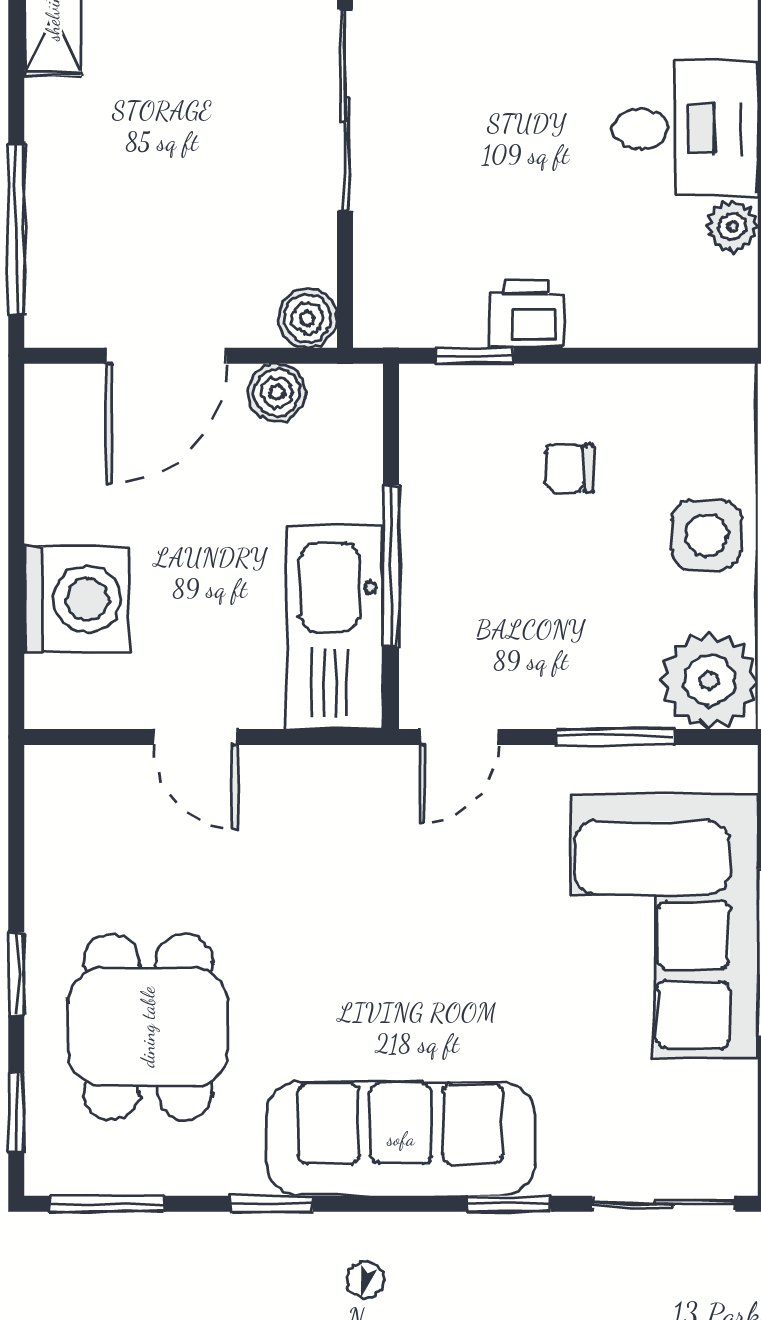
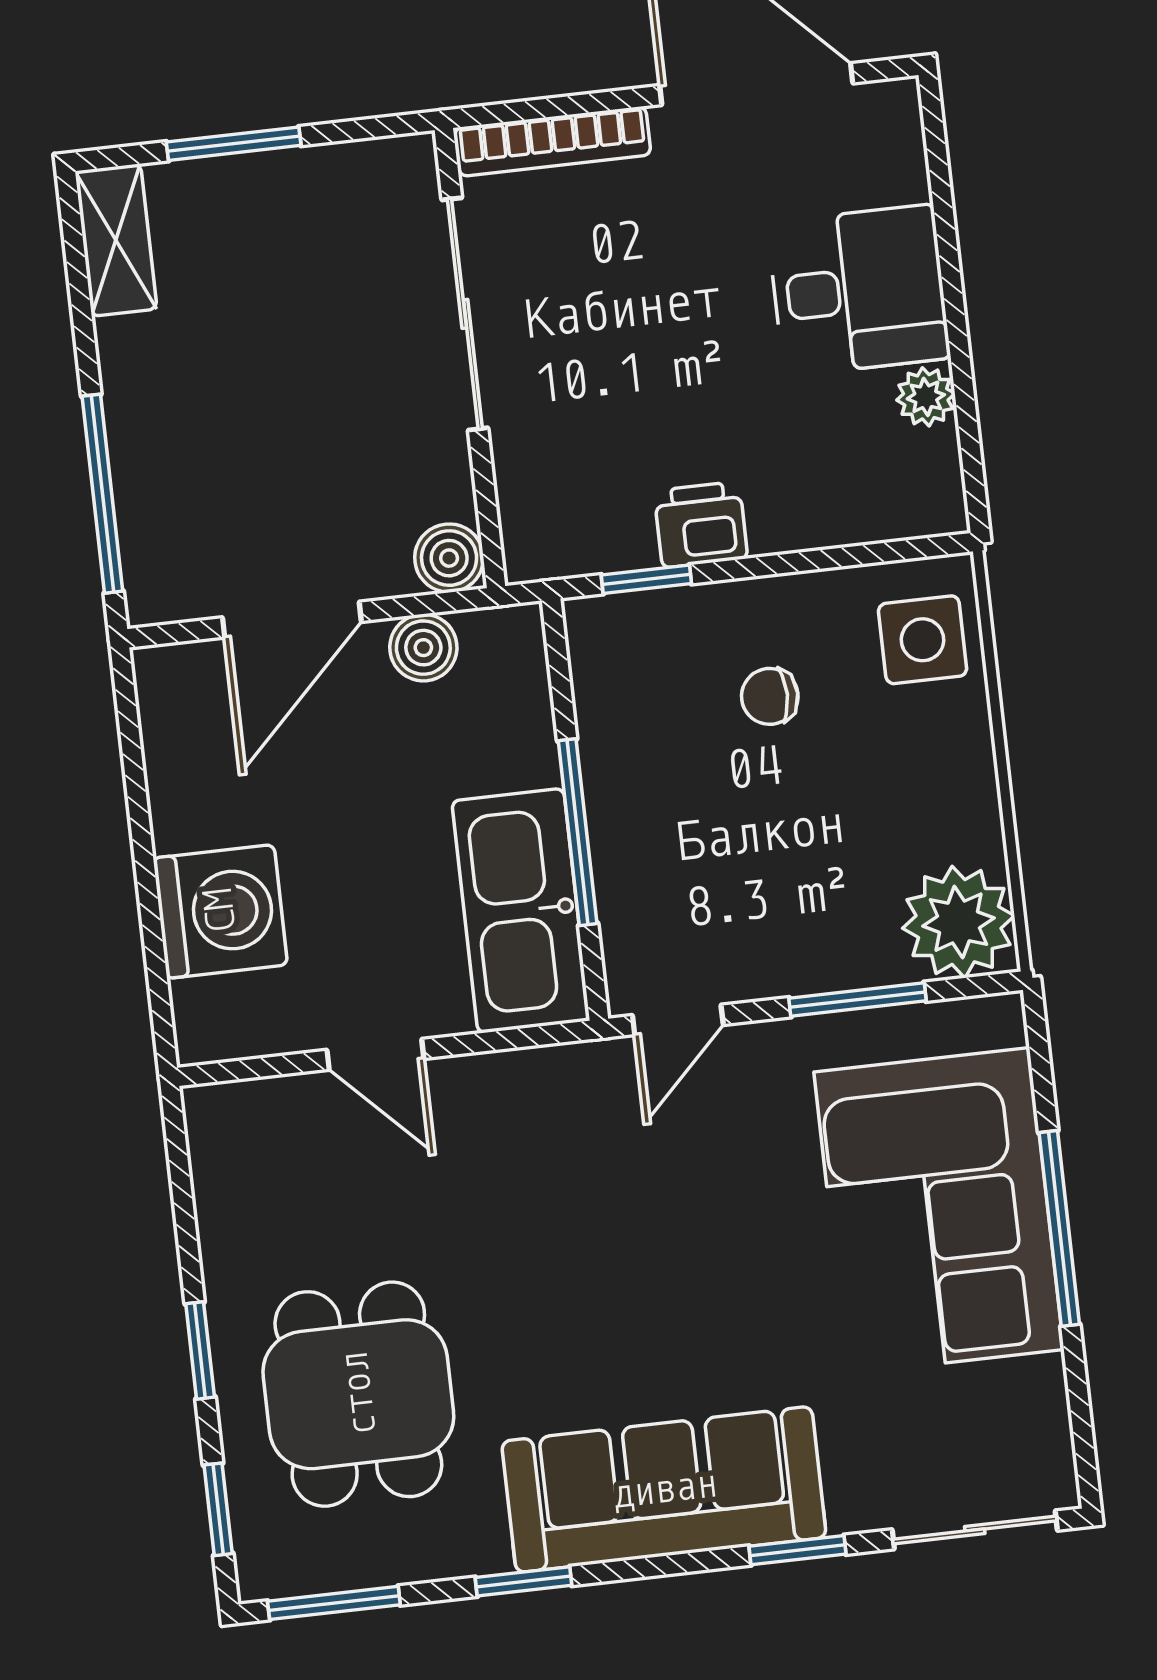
side table: (706, 535) -> (923, 640), moved

